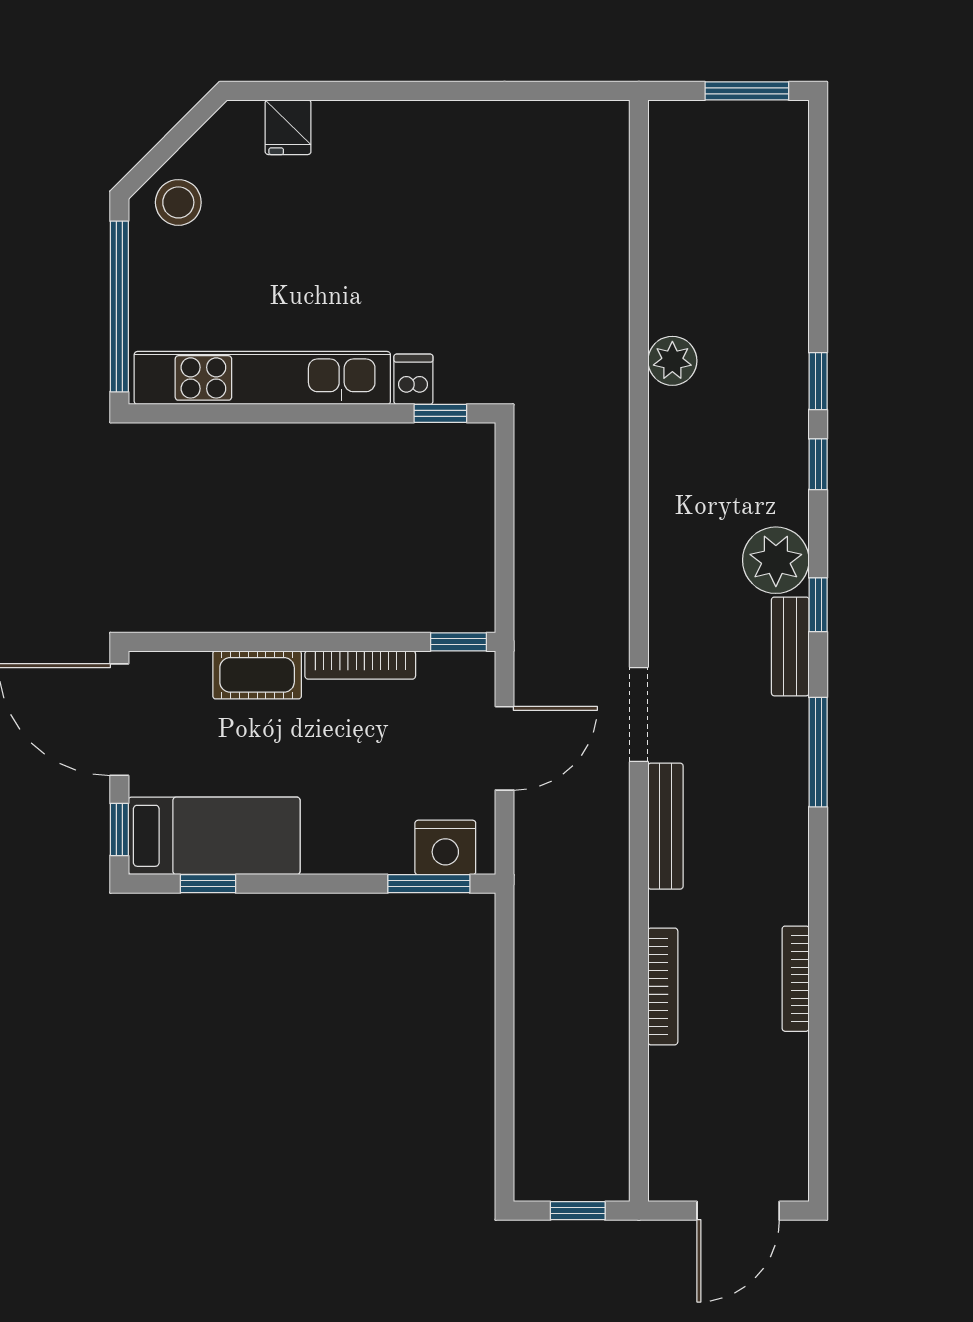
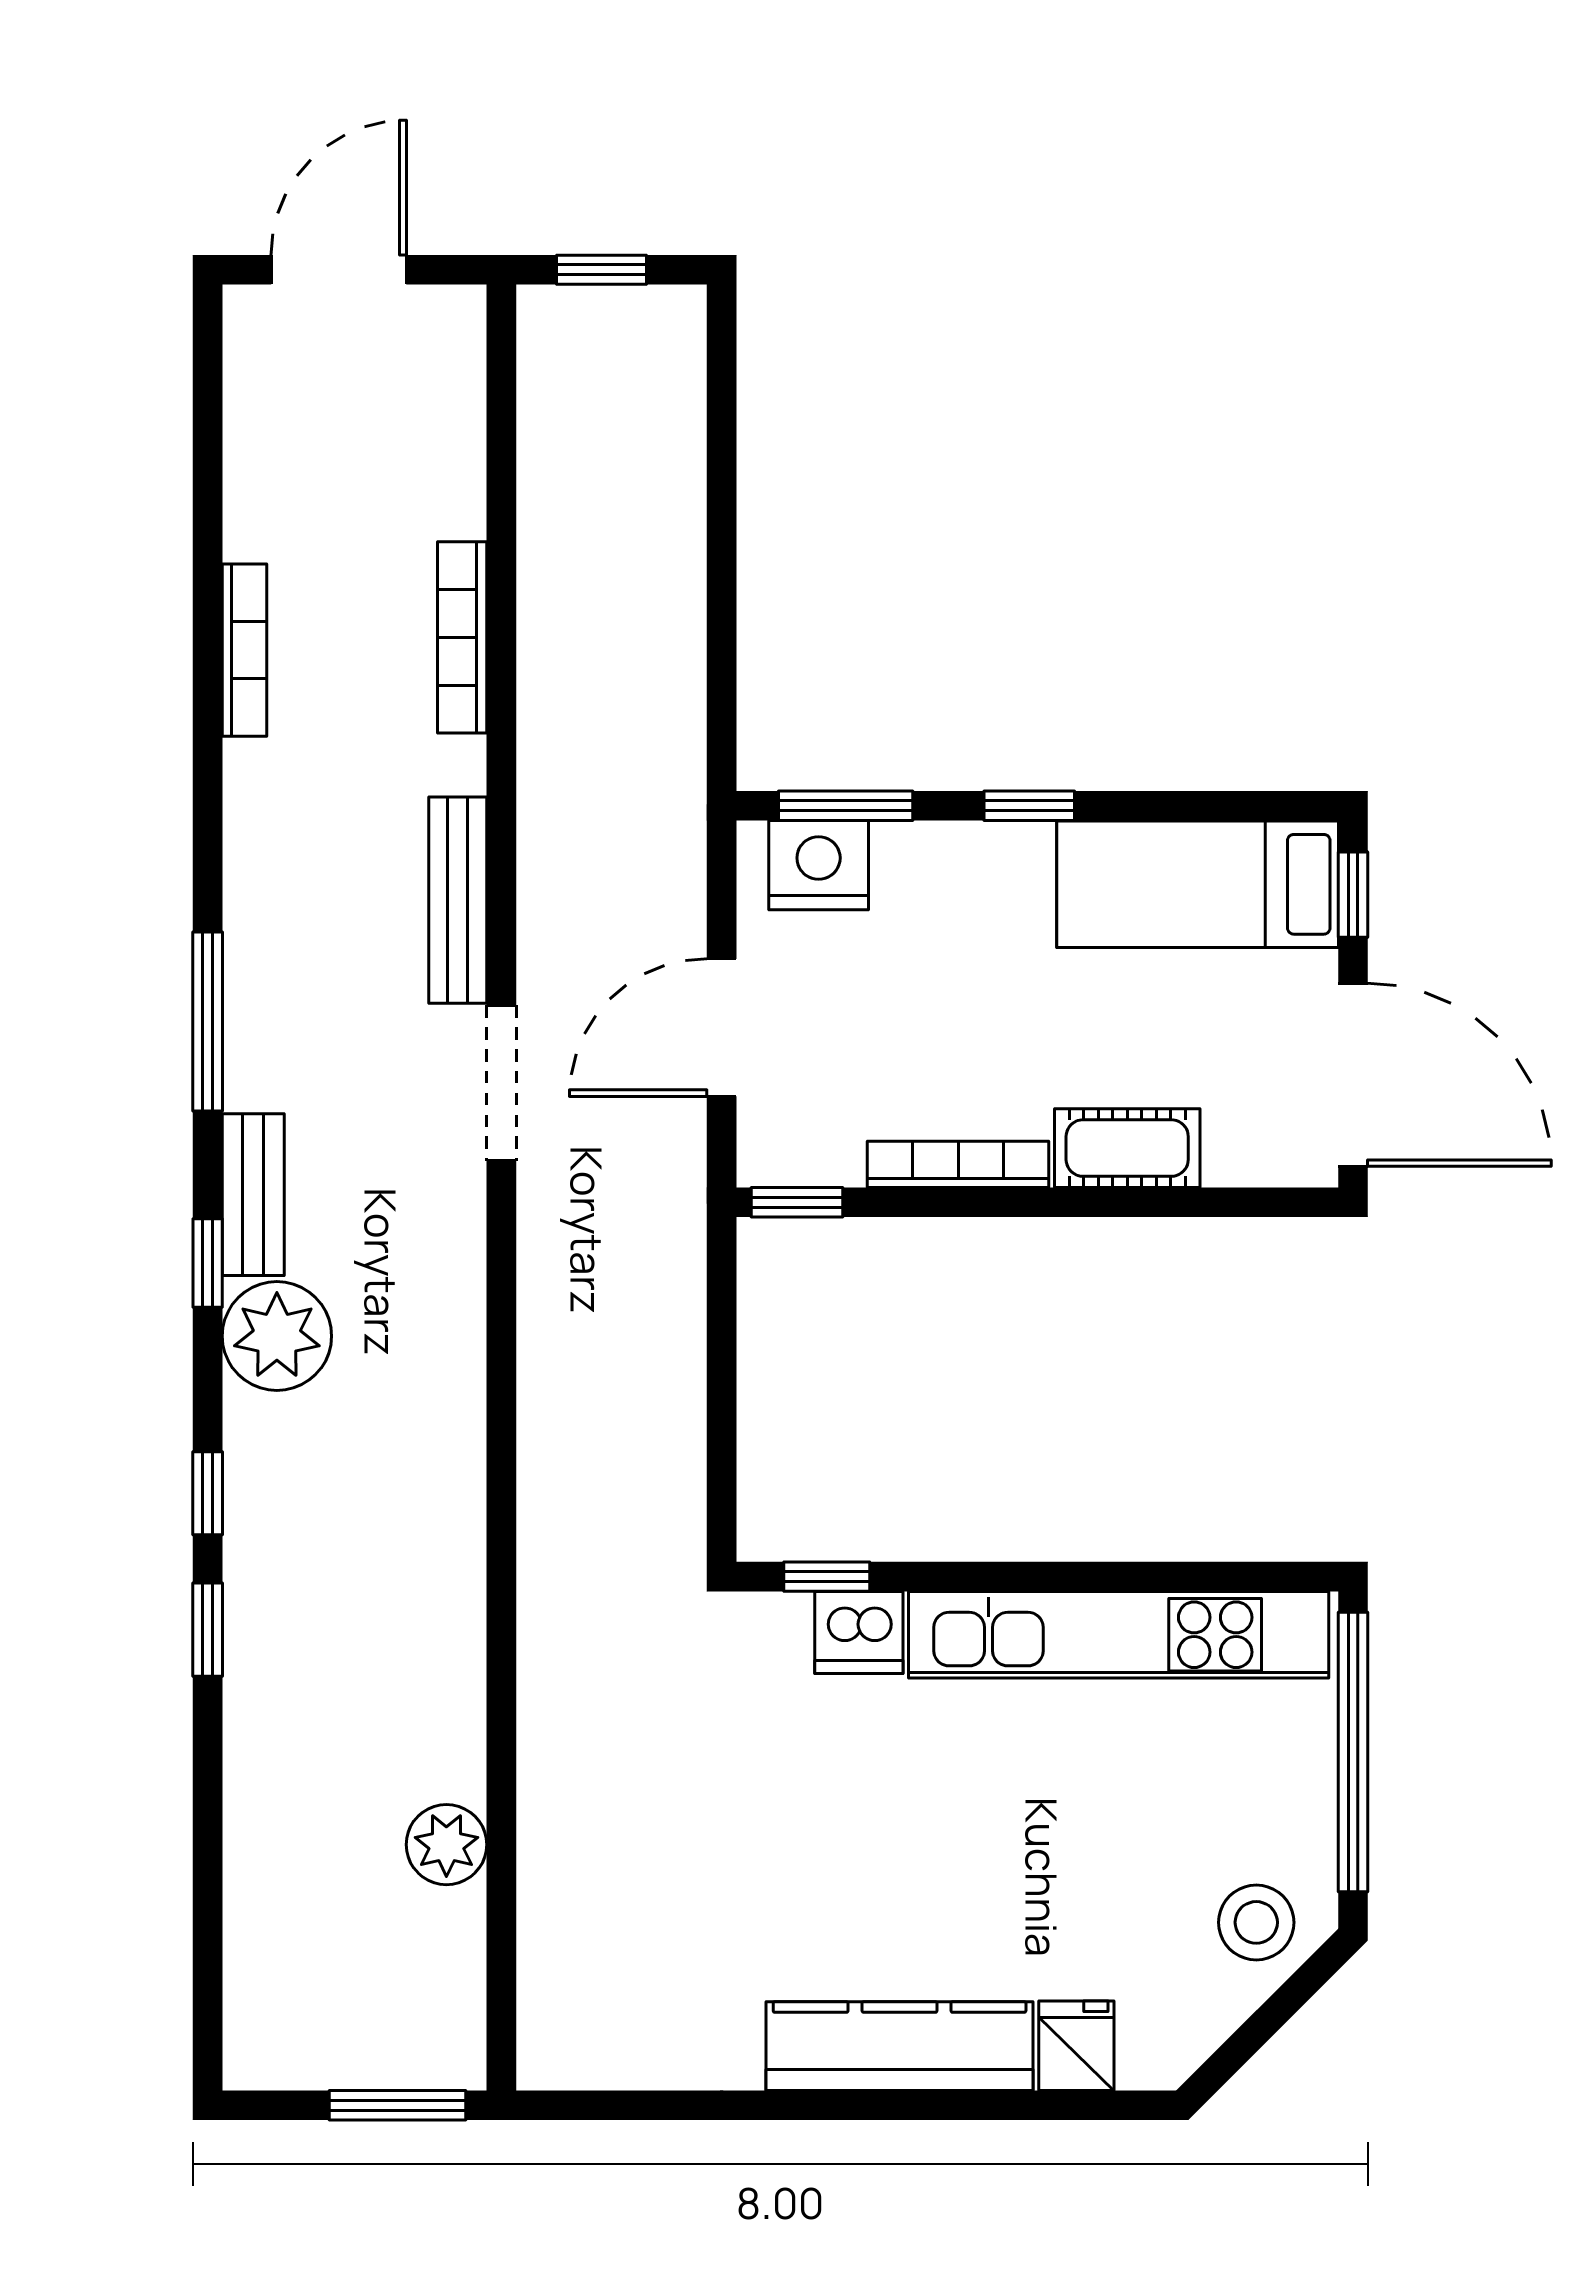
window: (747, 91) -> (398, 2105), moved
kitchen counter: (396, 127) -> (900, 2046), added
plant: (672, 361) -> (446, 1845), moved
dishwasher: (413, 379) -> (859, 1633), width x1.38
window: (208, 884) -> (1029, 806), moved

